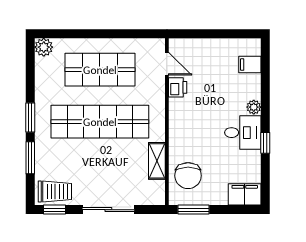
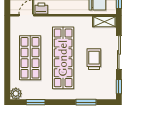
window: (30, 117) -> (36, 102), moved
shelving: (157, 161) -> (104, 22), moved
trolley: (55, 191) -> (94, 59), moved

